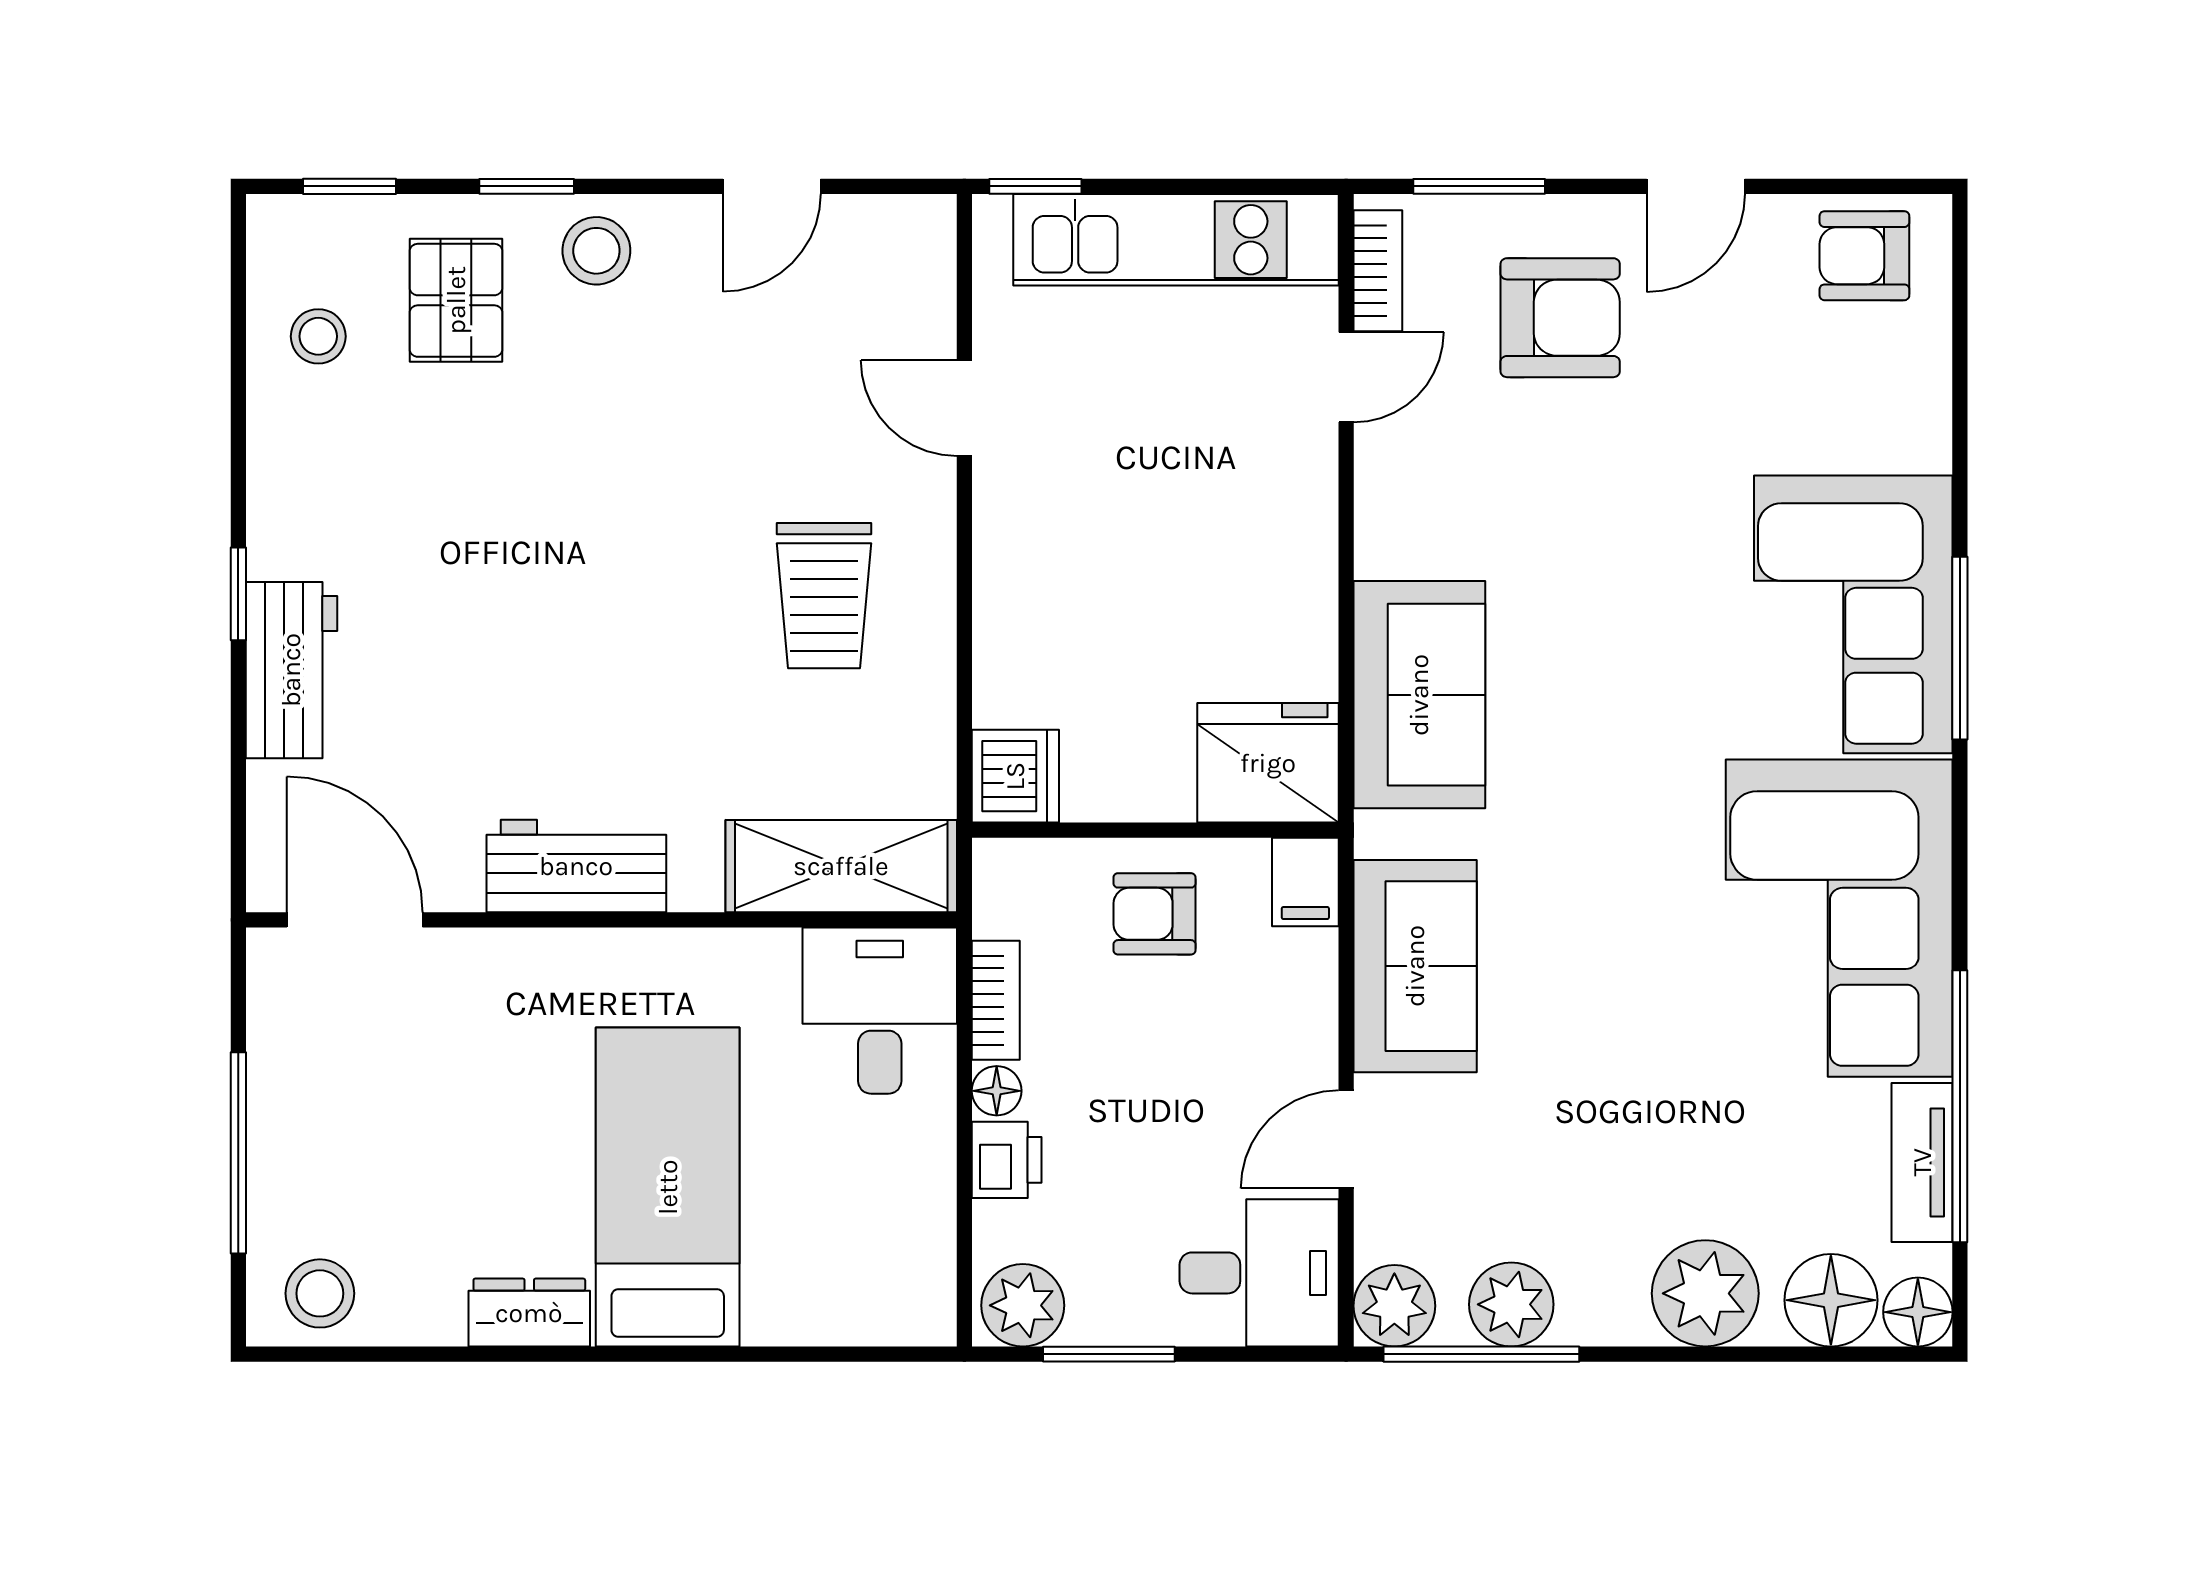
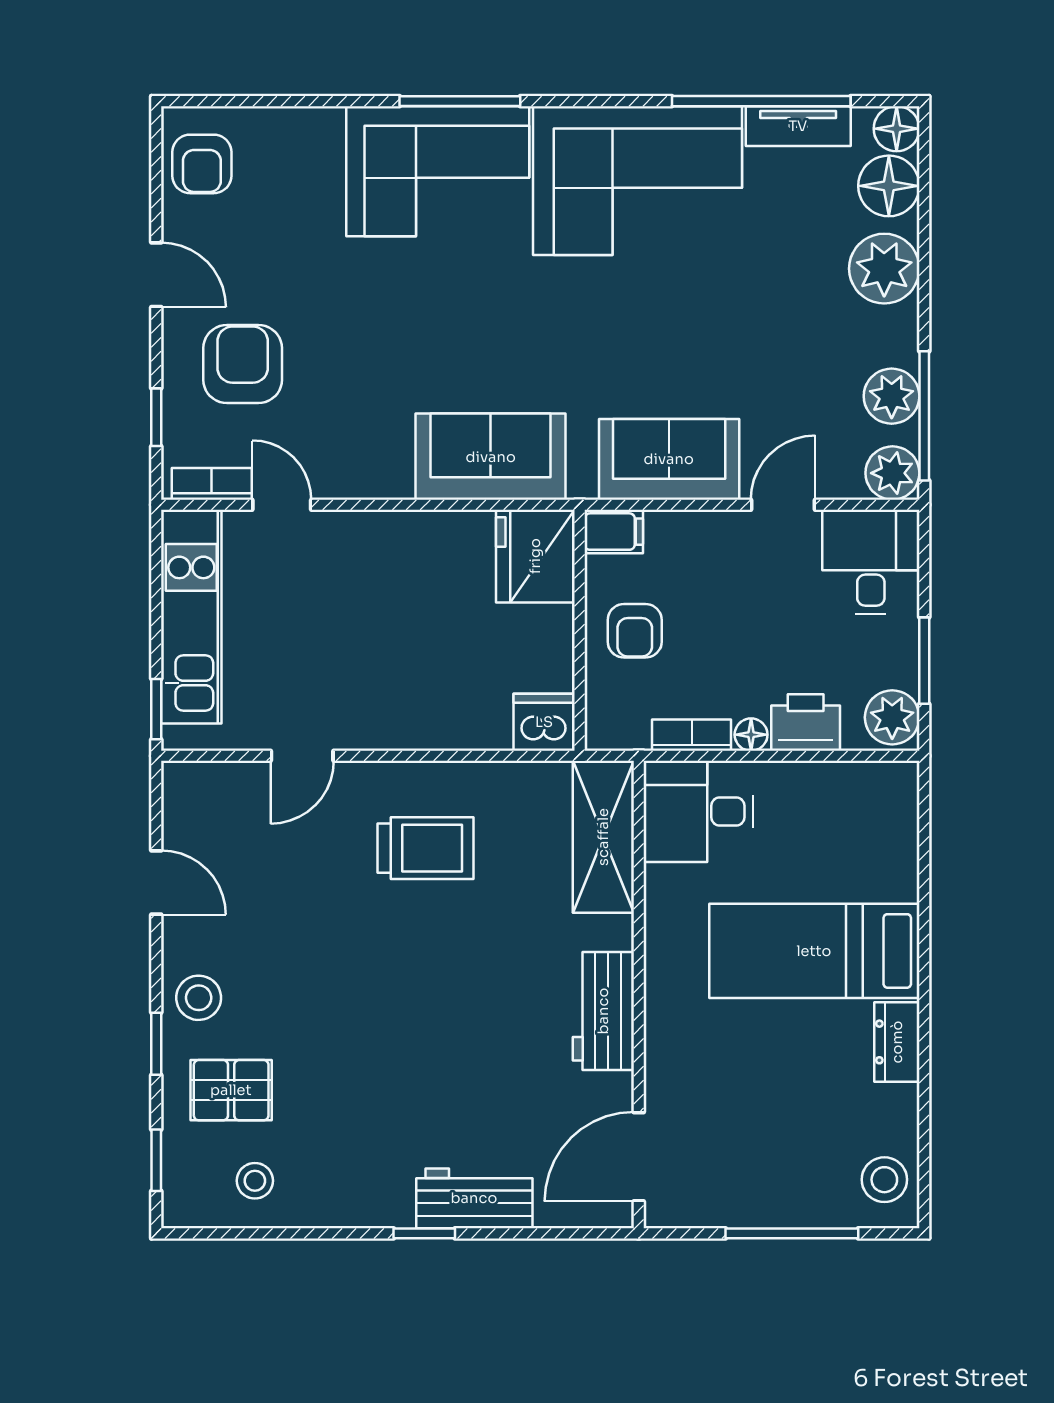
window: (1479, 186) -> (156, 417), width x0.67
door: (1346, 1139) -> (783, 505), swing flipped
printer: (1007, 1160) -> (806, 723), width x1.36, depth x1.24

